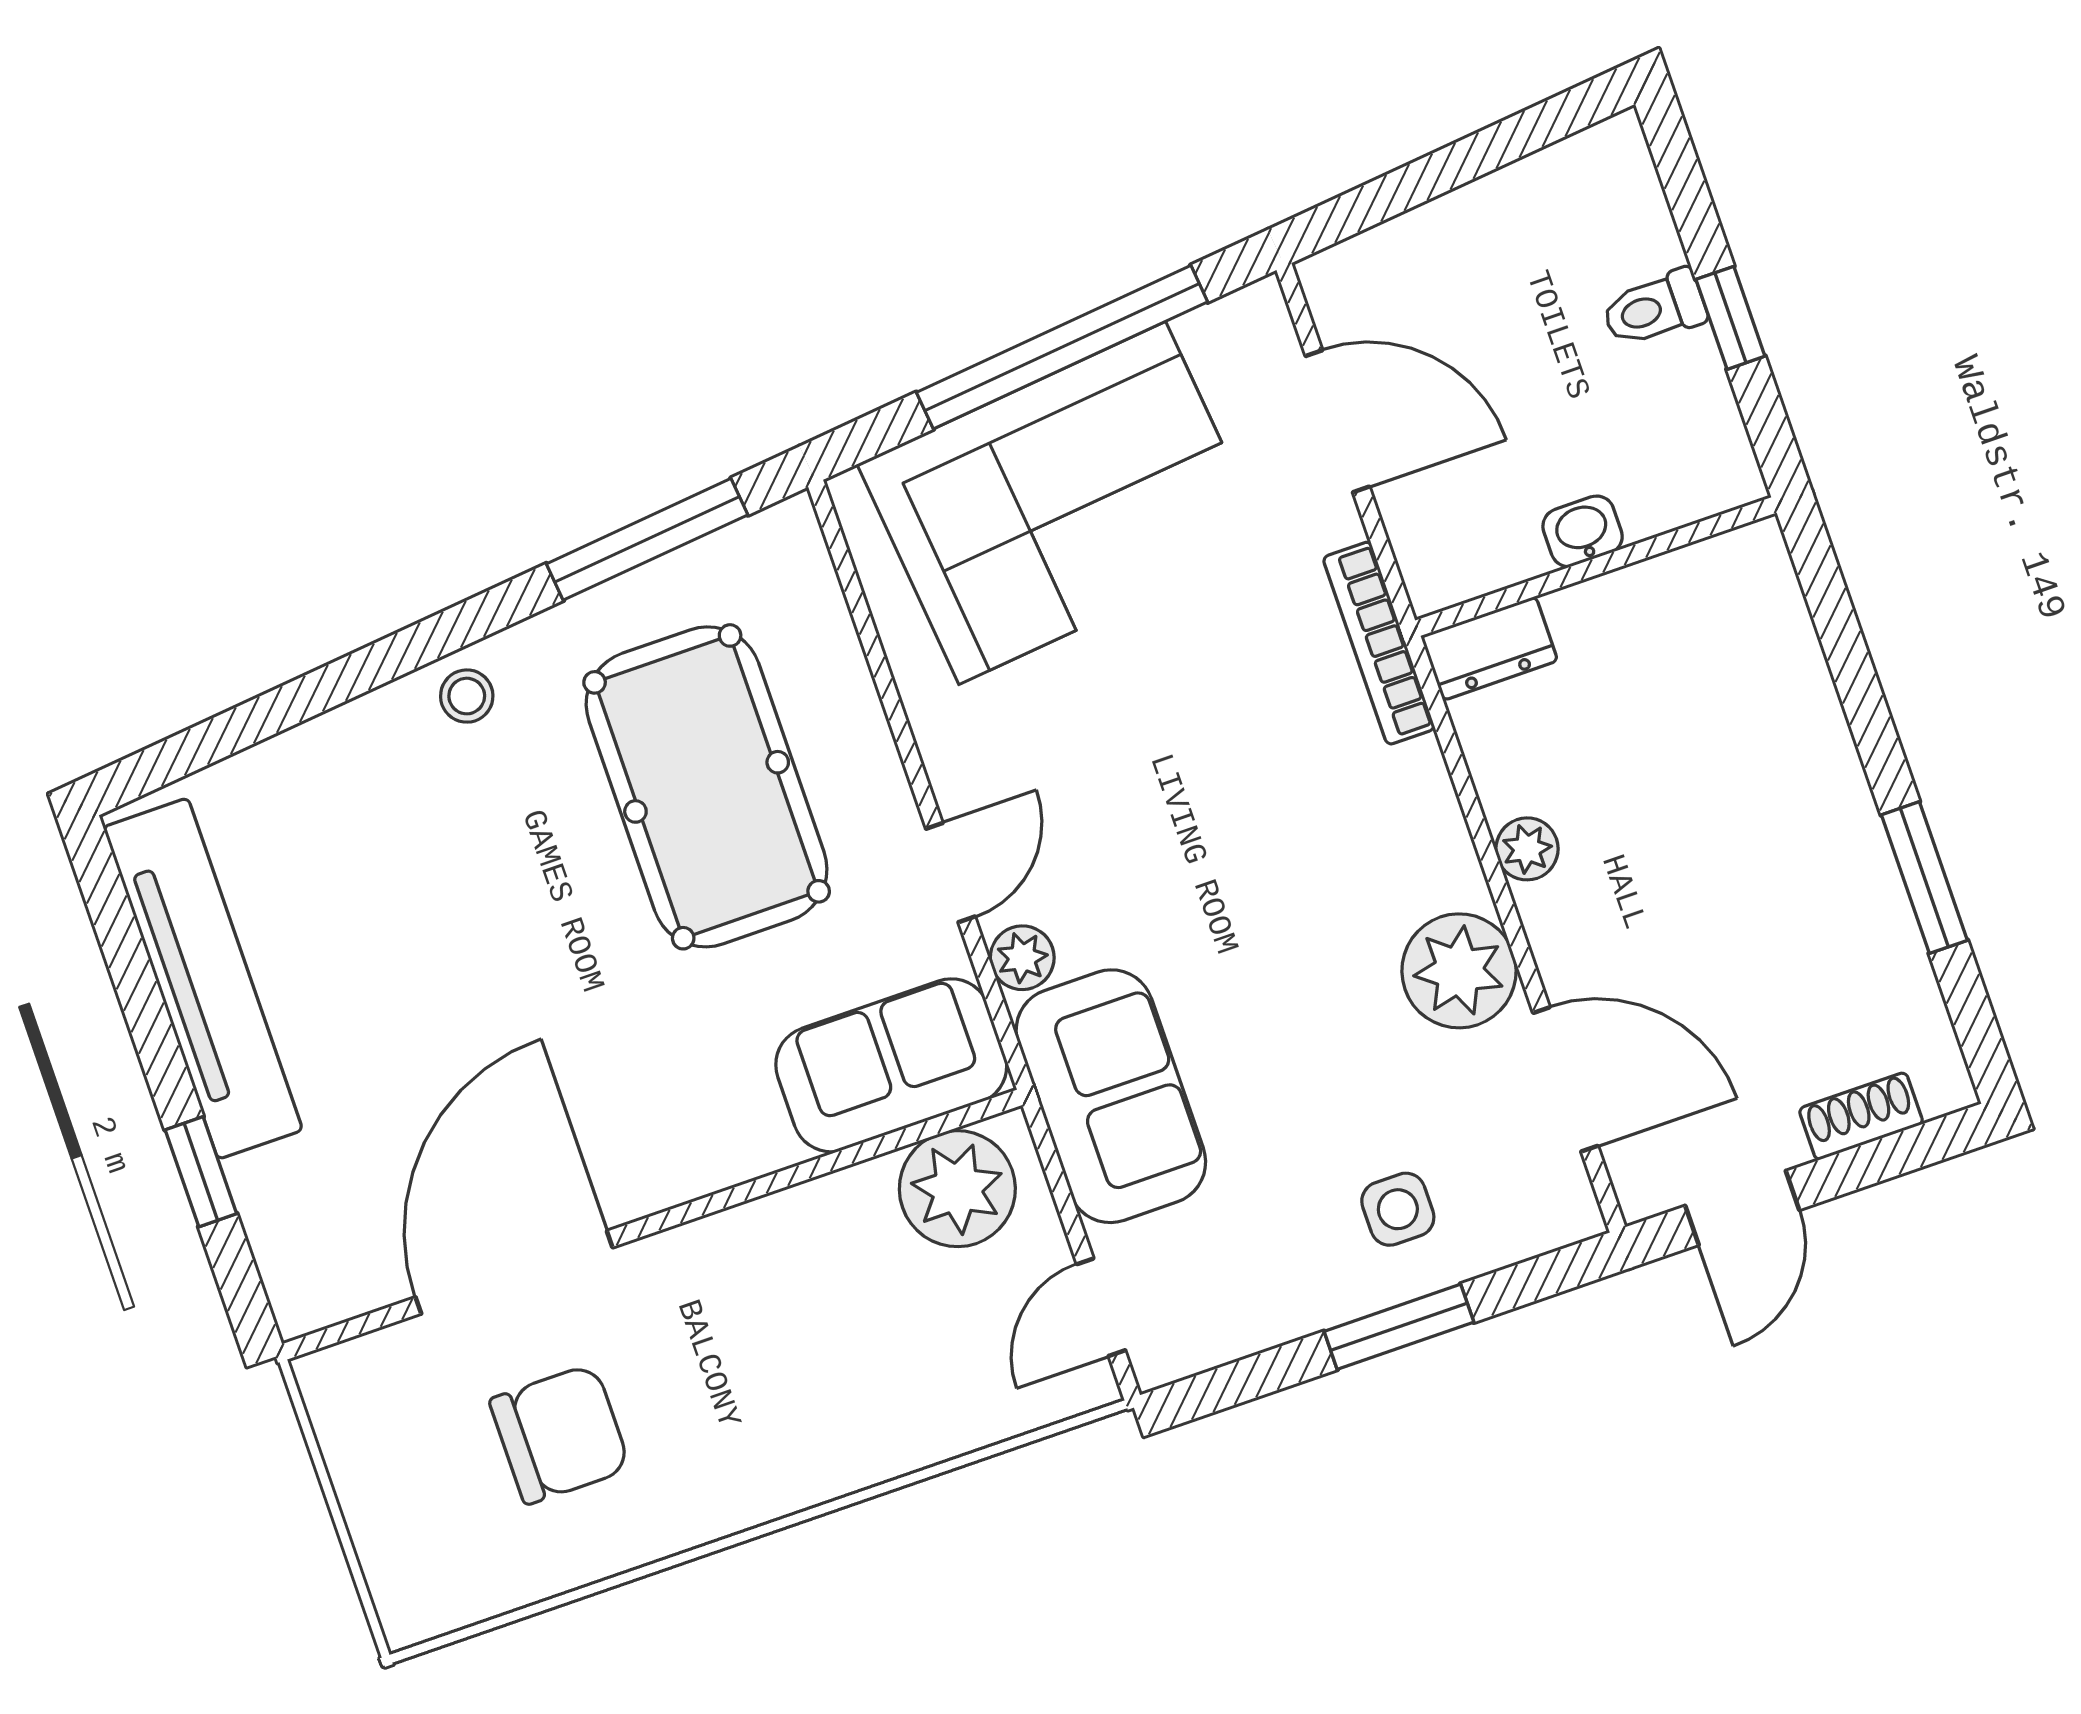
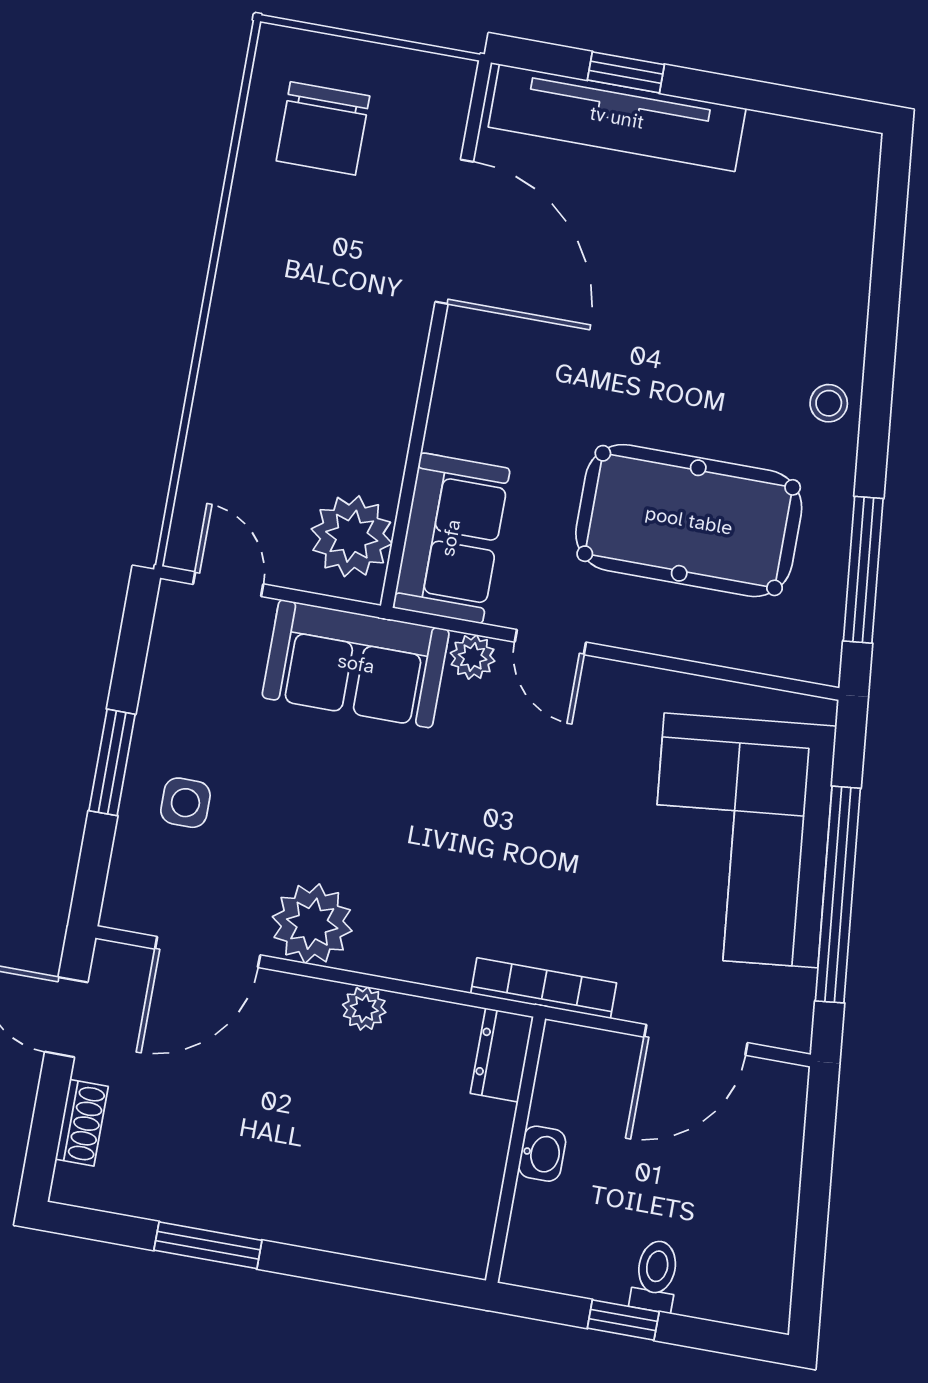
tv unit: (203, 979) -> (617, 118), moved
chair: (560, 1434) -> (323, 128), moved

